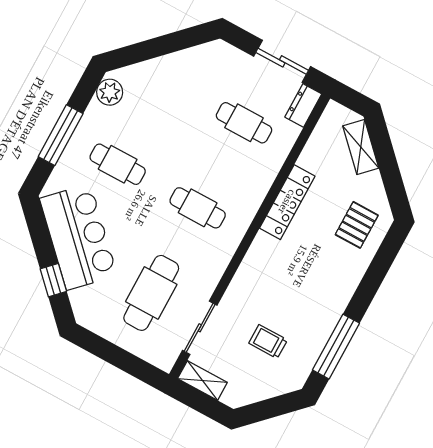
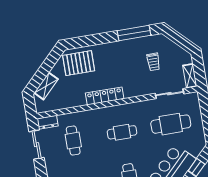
locker: (287, 202) -> (105, 96), moved
cafe table: (198, 208) -> (122, 132), turned 90
pallet: (357, 225) -> (79, 63), width x1.50, depth x1.42

